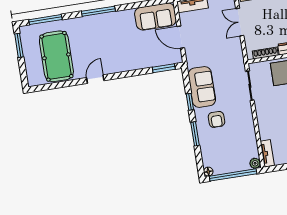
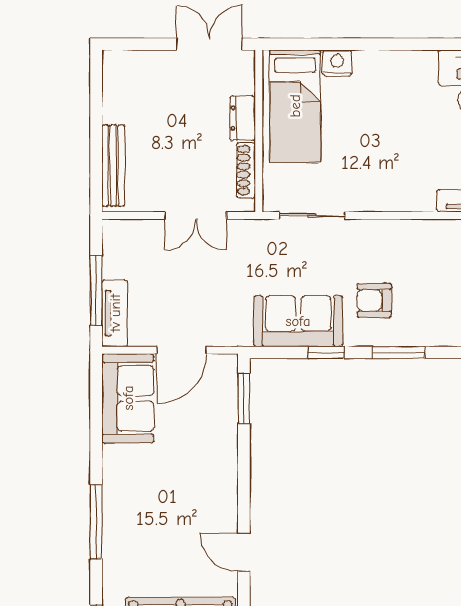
double door: (240, 22) -> (196, 216), moved
armchair: (216, 119) -> (374, 300), turned 180

